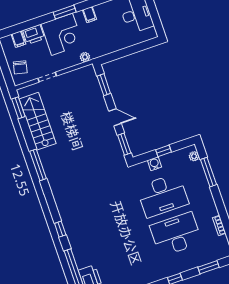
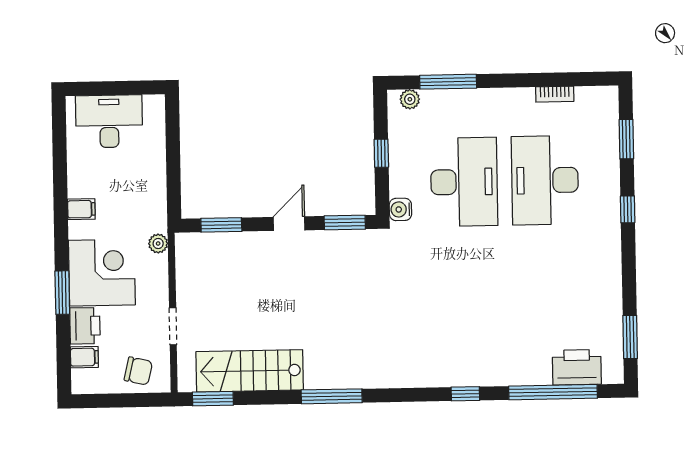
window: (65, 12) -> (62, 293), moved
water cooler: (154, 164) -> (400, 209), moved

